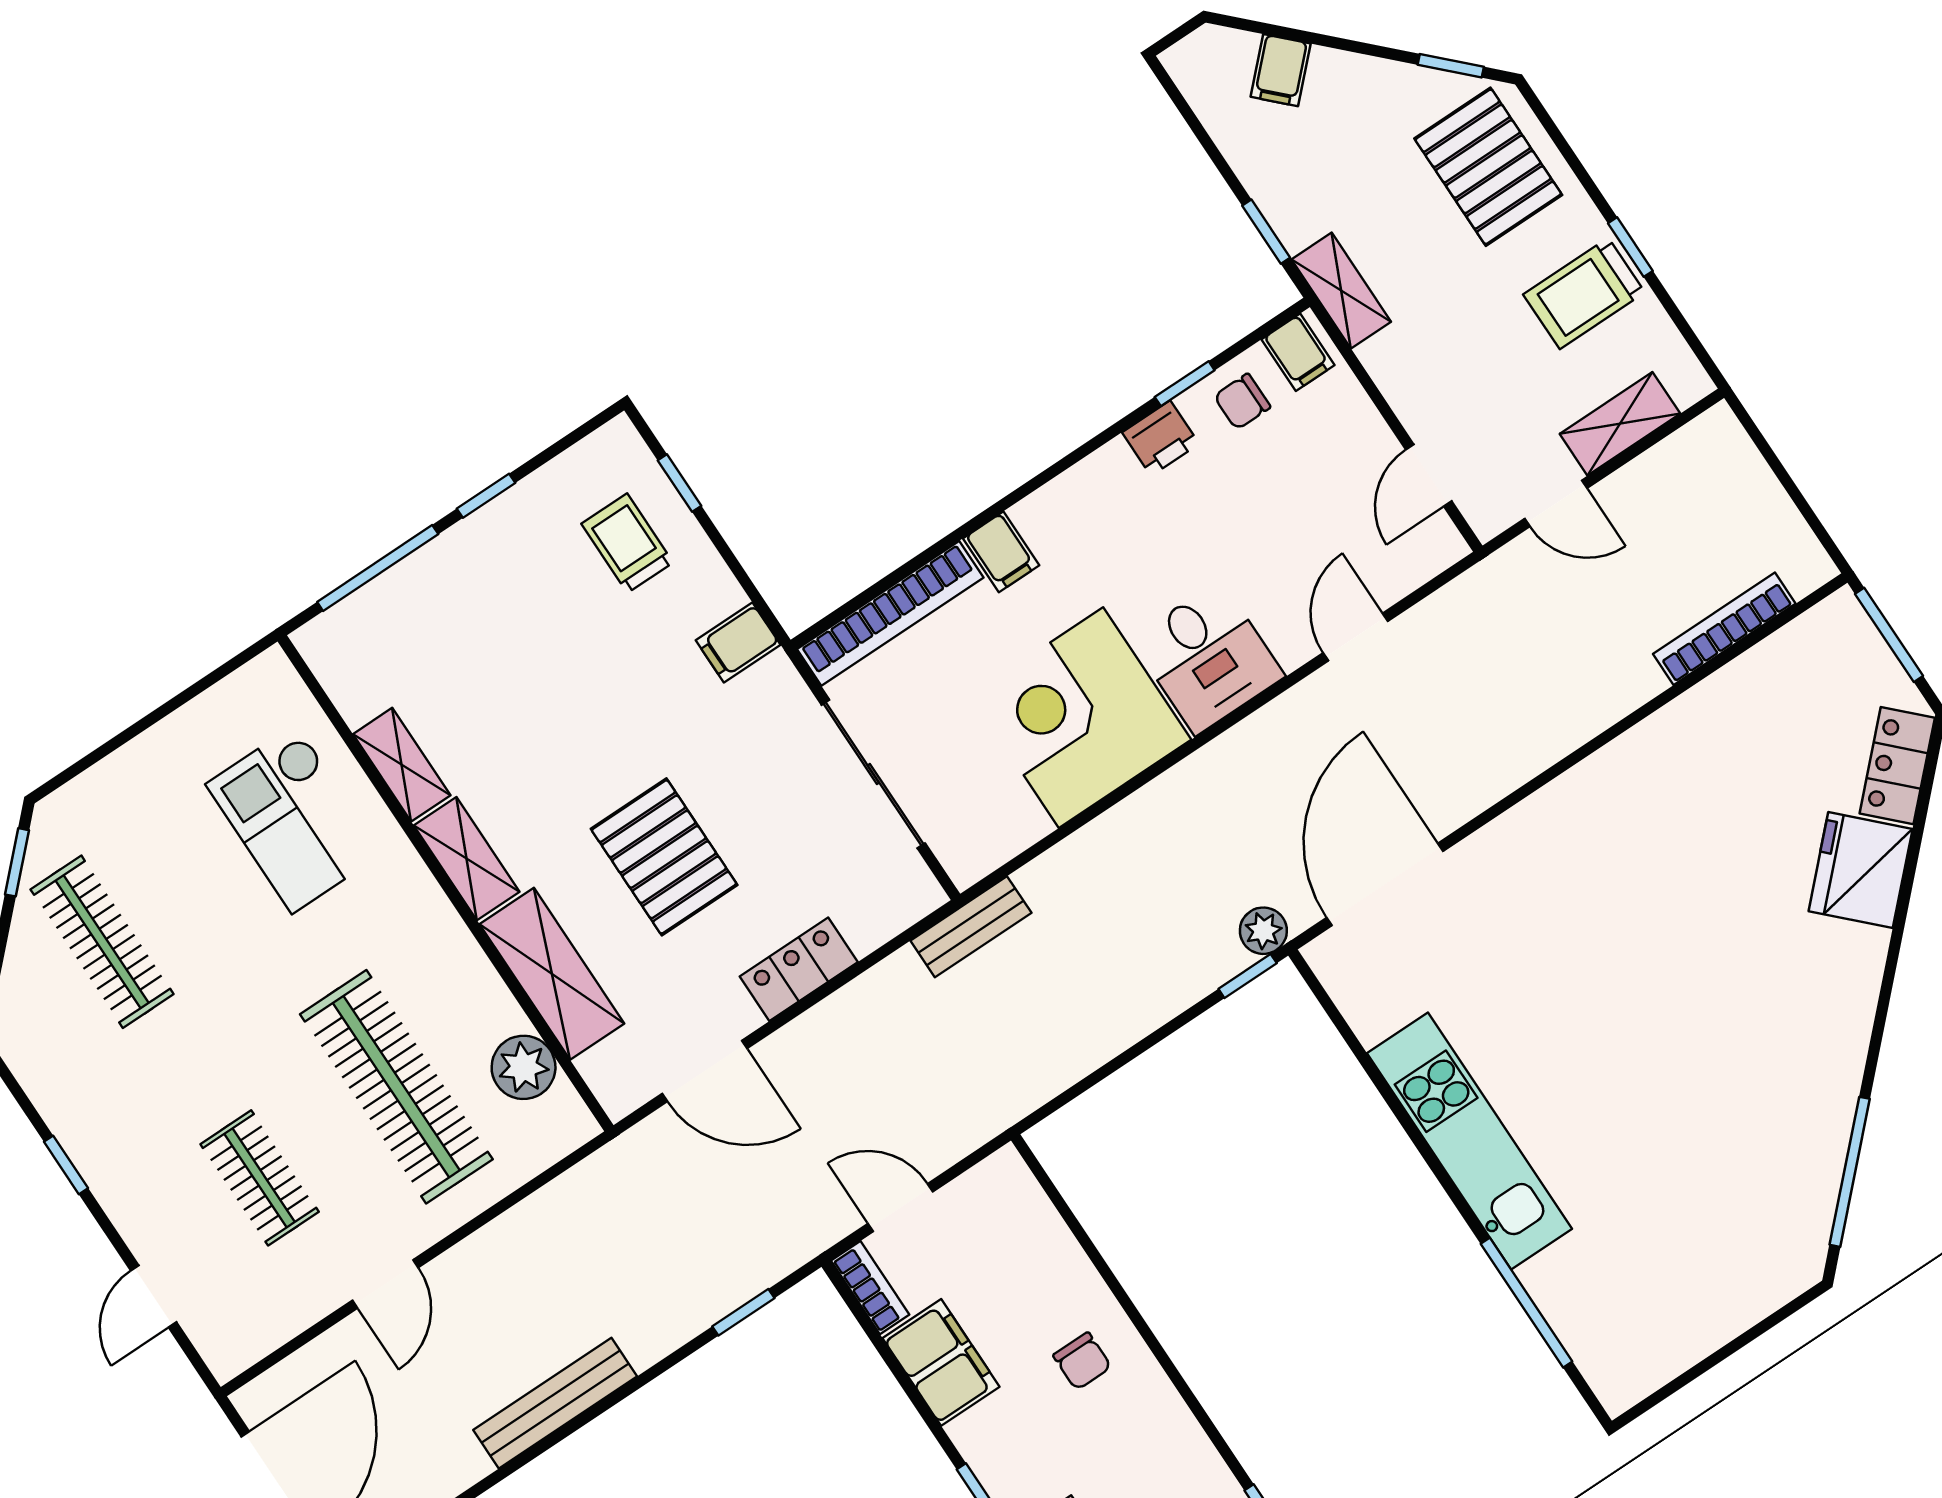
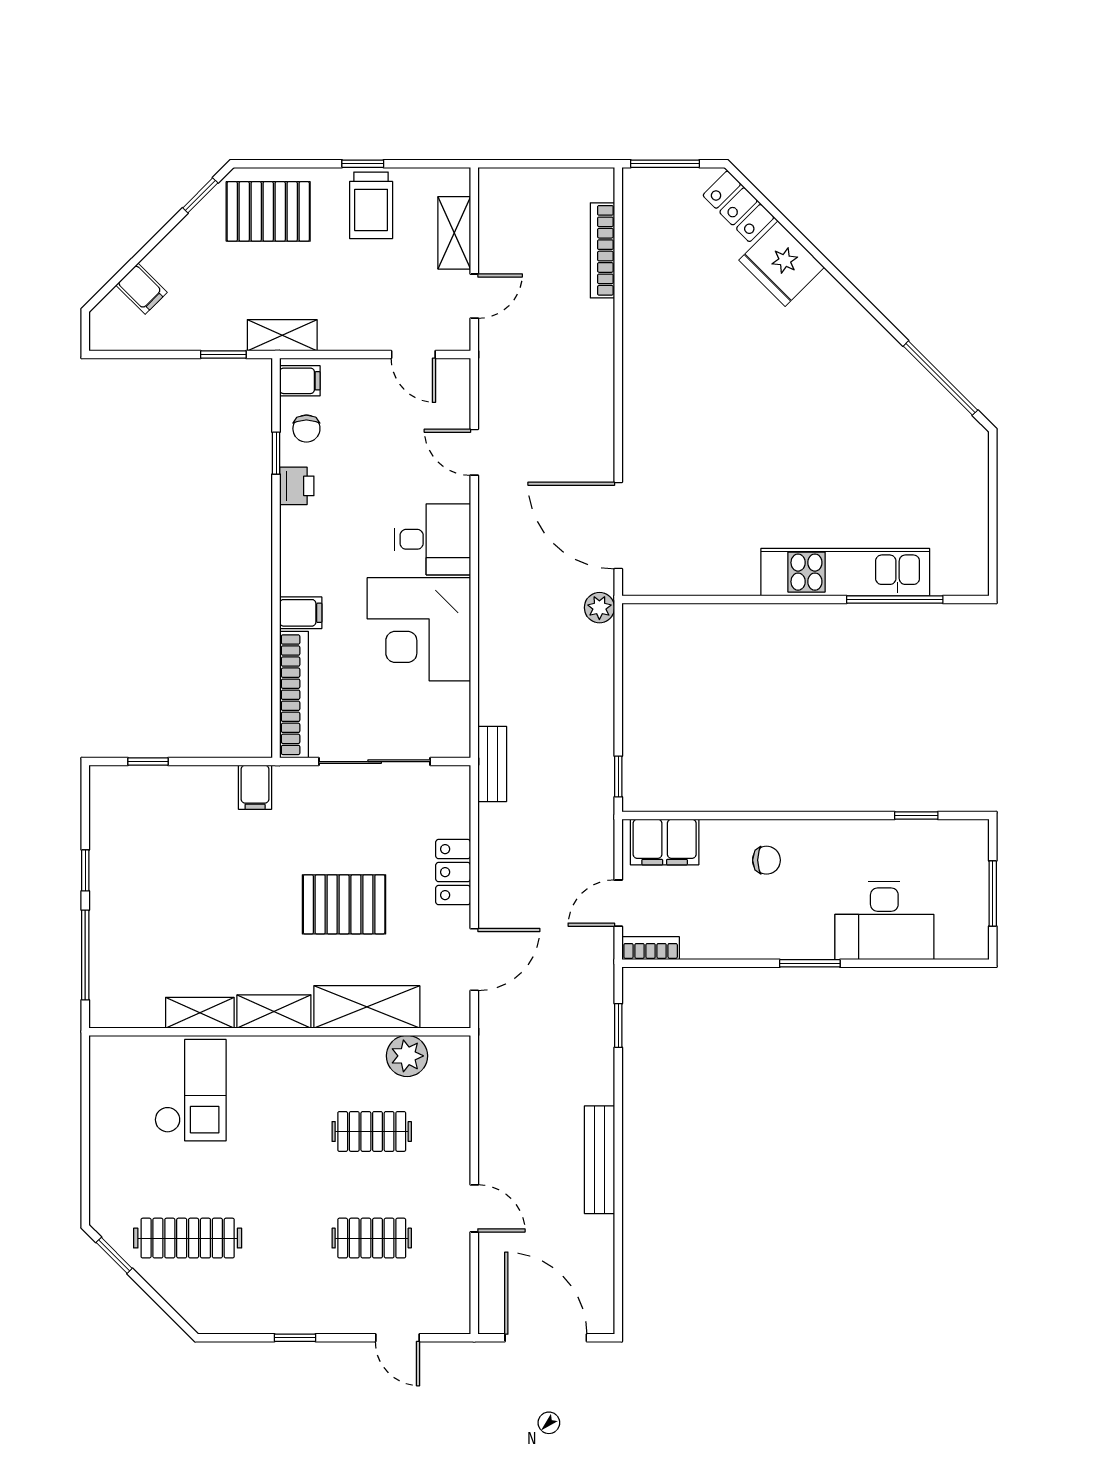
trolley: (627, 543) -> (162, 811), removed
checkout: (294, 819) -> (190, 1090), turned -90
window: (1248, 976) -> (618, 776), moved
clothes rail: (396, 1087) -> (372, 1131), width x0.54, depth x0.76
kitchen unit: (1469, 1141) -> (845, 572), moved
filing cabinet: (941, 1362) -> (665, 842), moved, turned 180

